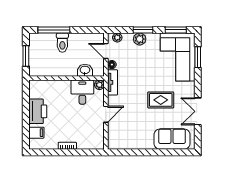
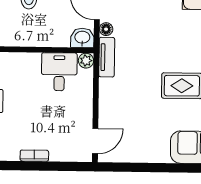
washbasin: (85, 70) -> (82, 38), moved
door: (106, 114) -> (95, 141), moved

